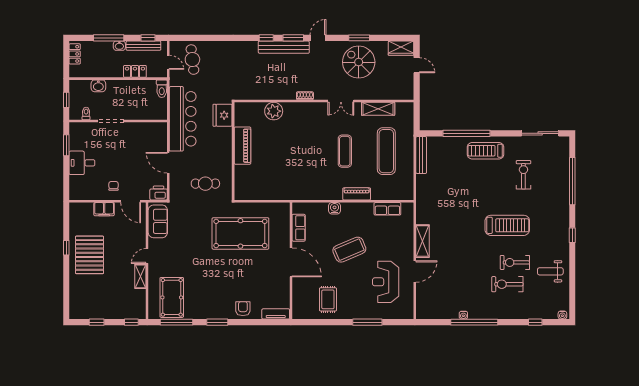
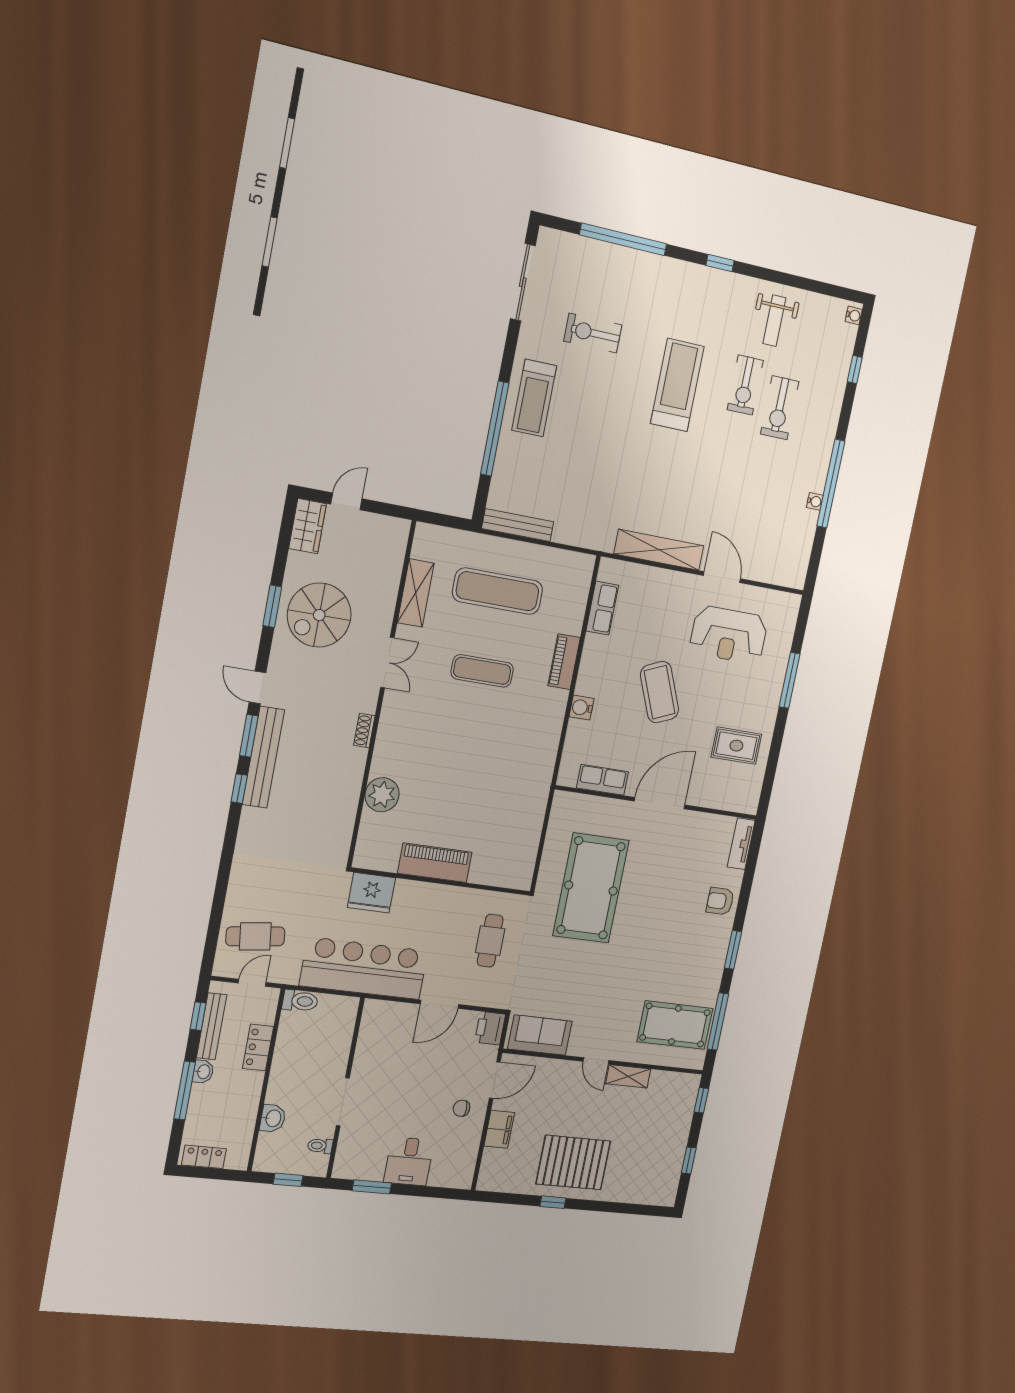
shelving: (423, 241) -> (659, 550), width x1.47

